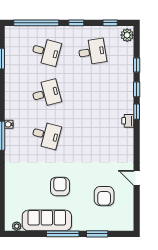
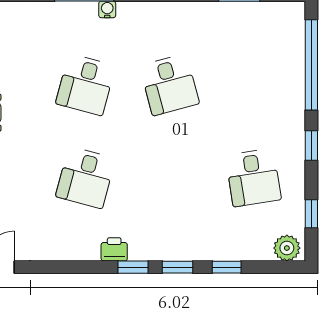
desk: (46, 52) -> (86, 178), moved

